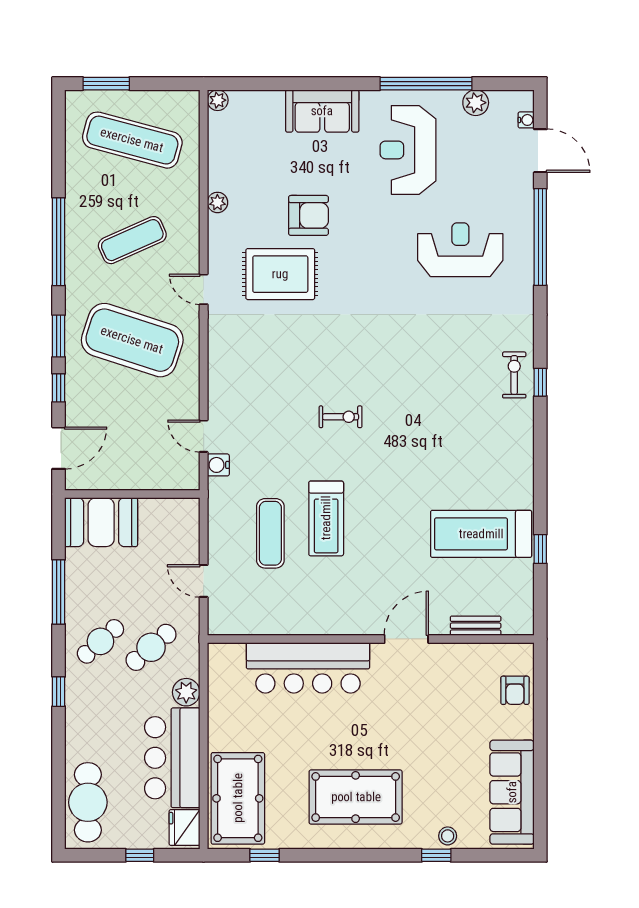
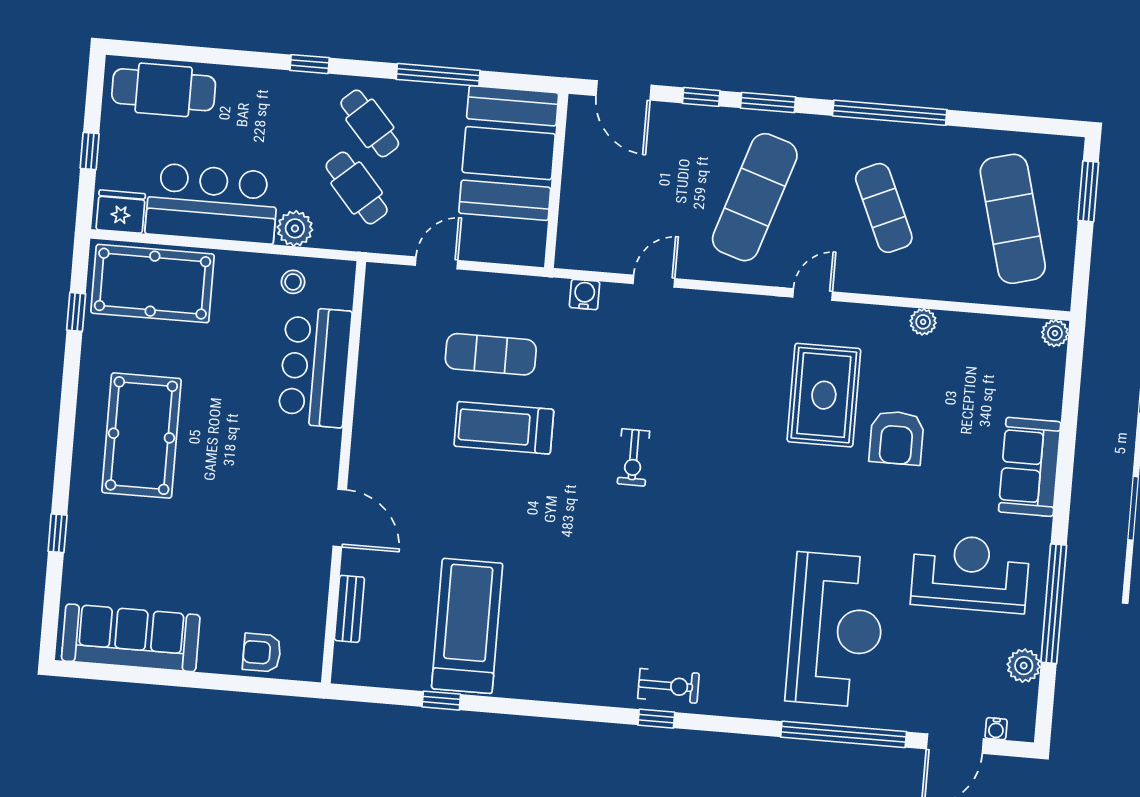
exercise mat: (132, 140) -> (1013, 219), turned -30
reception desk: (460, 250) -> (836, 630), width x1.36, depth x1.30
exercise mat: (132, 340) -> (755, 197), width x0.68
door: (204, 436) -> (654, 281), moved
booth: (101, 522) -> (509, 153), width x1.36, depth x1.42
bar counter: (308, 668) -> (315, 367), width x0.73
stool: (448, 836) -> (293, 282), moved

